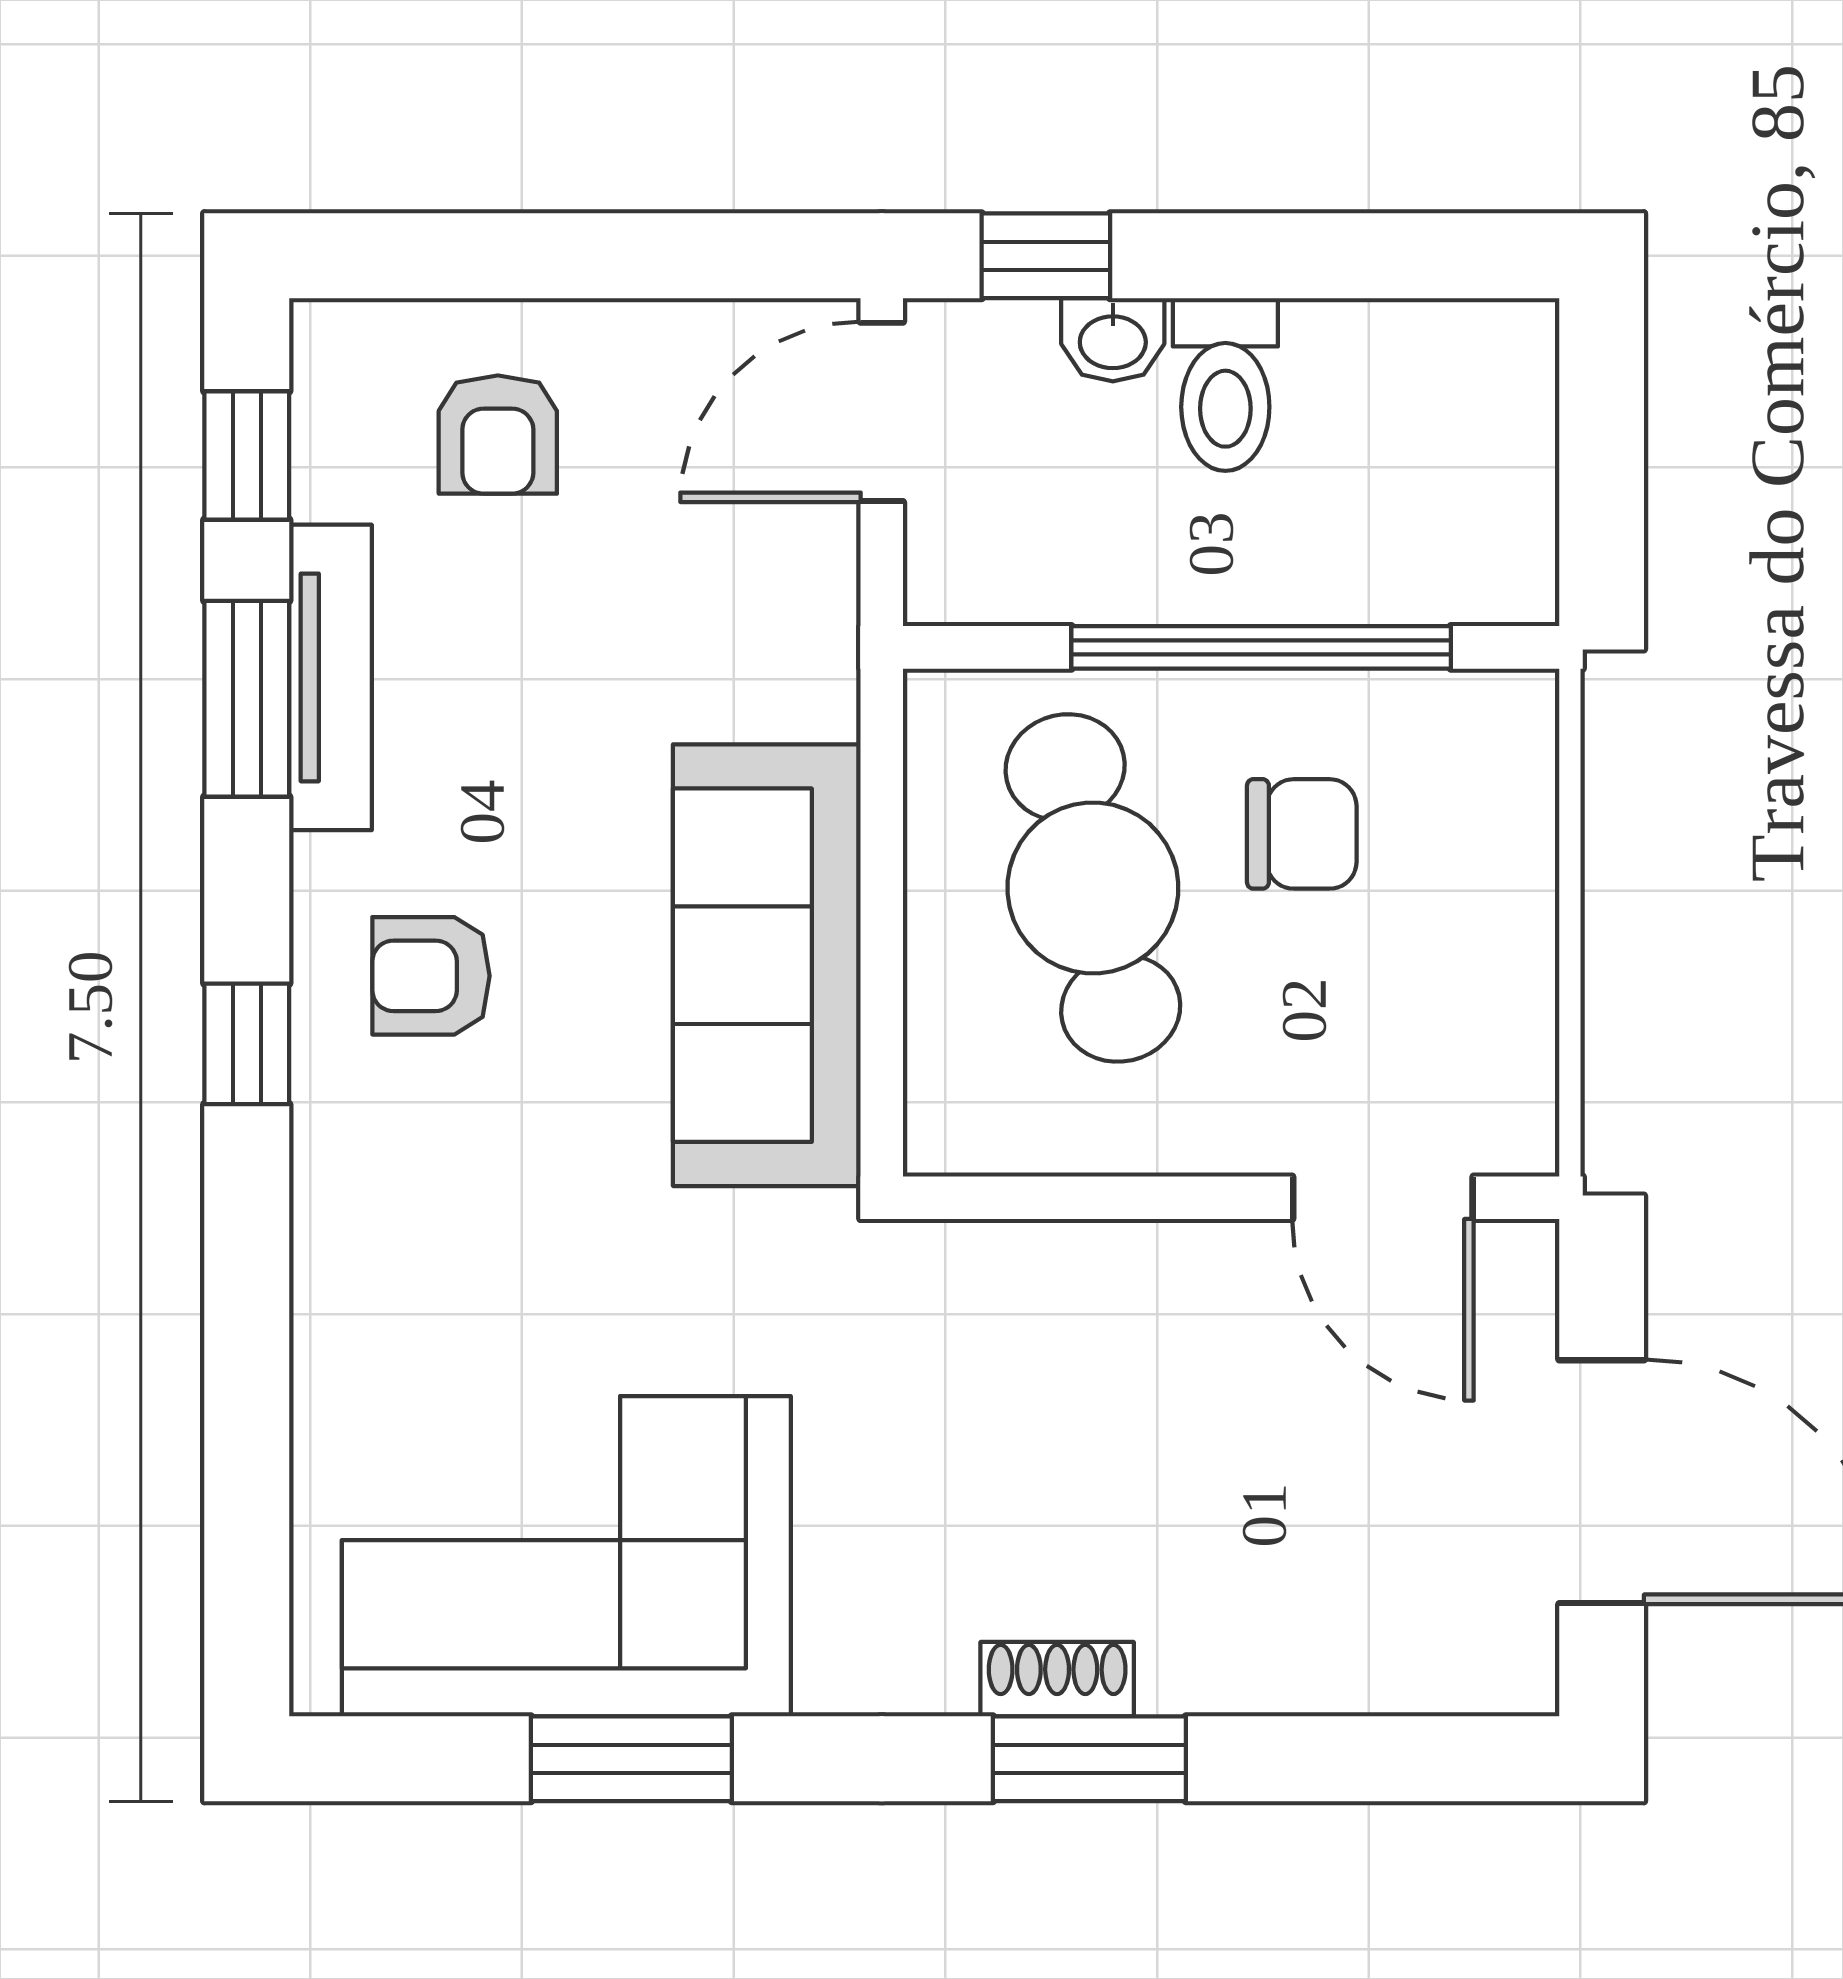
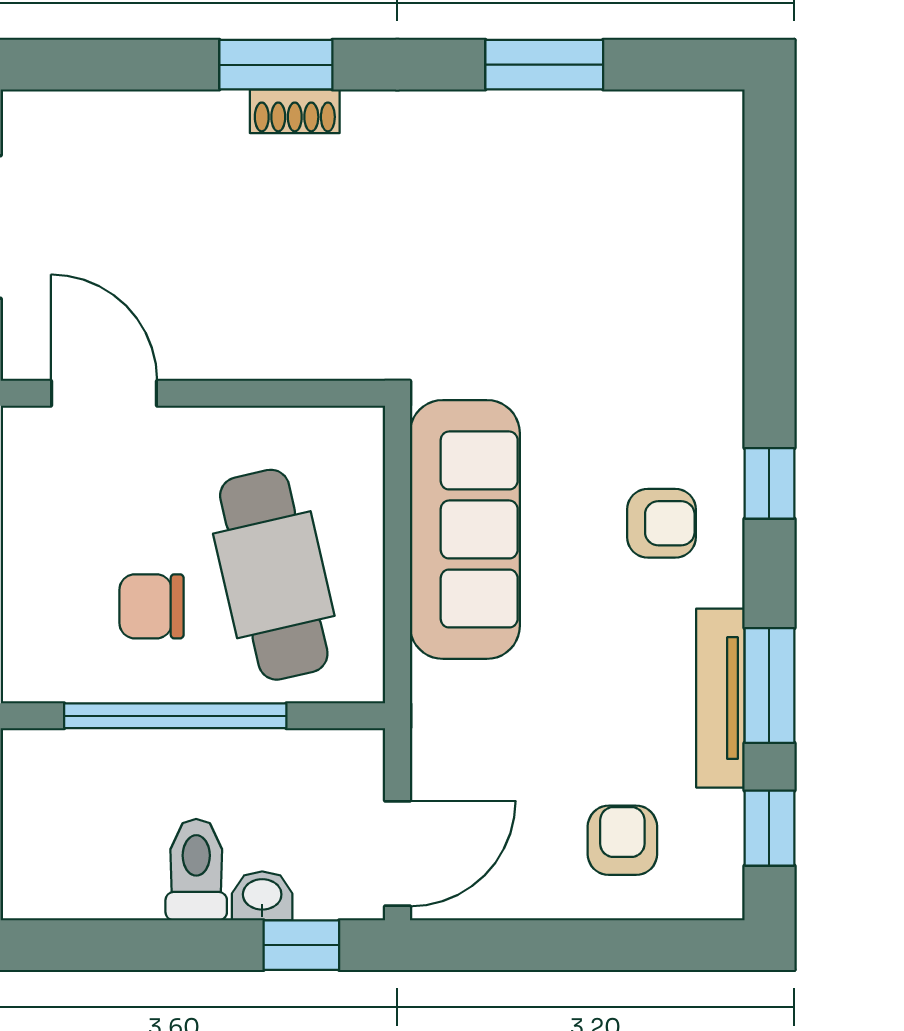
corner sofa: (566, 1556) -> (582, 183), removed

